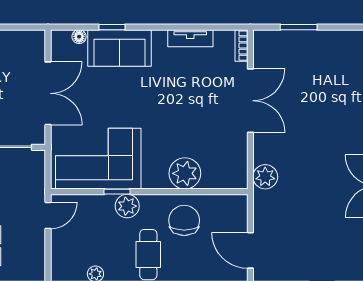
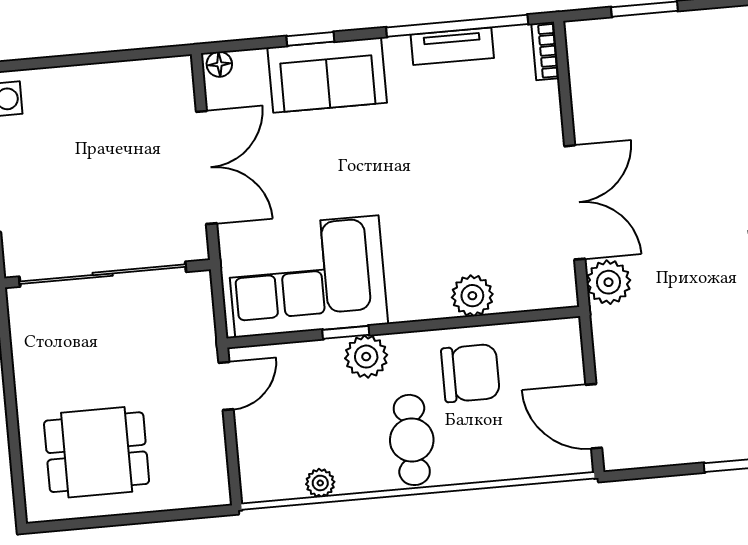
window: (194, 27) -> (457, 26), added
floor lamp: (79, 37) -> (219, 64), moved
double door: (250, 101) -> (575, 202), moved
plant: (185, 173) -> (472, 296), width x0.73, depth x0.73
chair: (184, 220) -> (470, 373), turned 90

